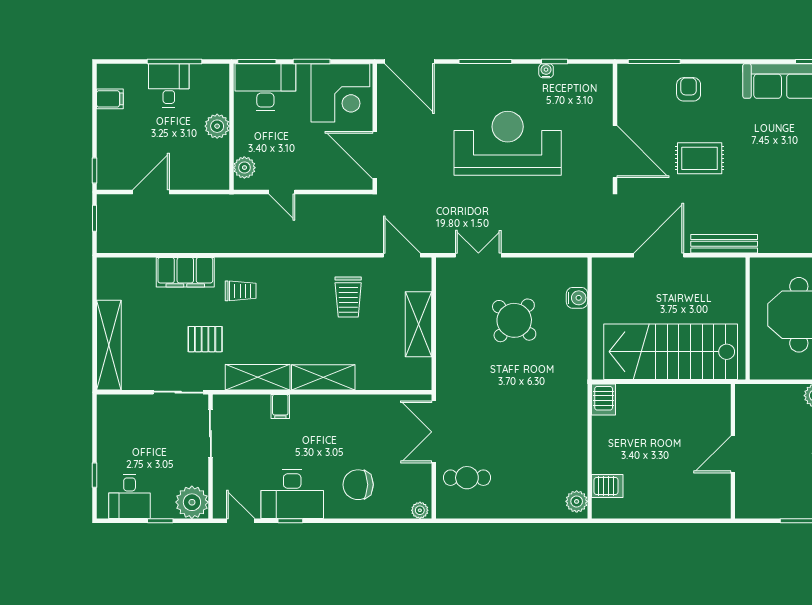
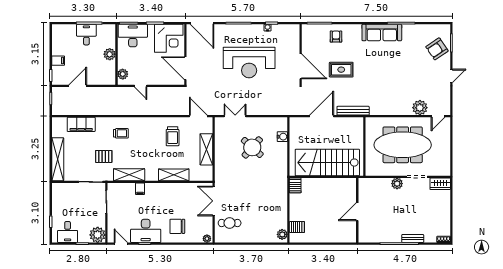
filing cabinet: (110, 99) -> (58, 61), moved
reception desk: (508, 143) -> (249, 62), turned 180
filing cabinet: (185, 272) -> (81, 124), moved
shelving: (323, 377) -> (174, 175), moved

